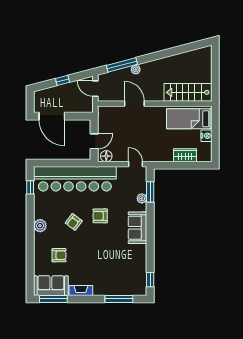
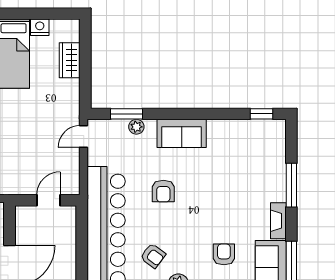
door: (94, 141) -> (48, 200), hinge flipped
floor lamp: (106, 156) -> (71, 182), removed
armchair: (74, 222) -> (153, 256), moved
window: (119, 299) -> (291, 185), moved

